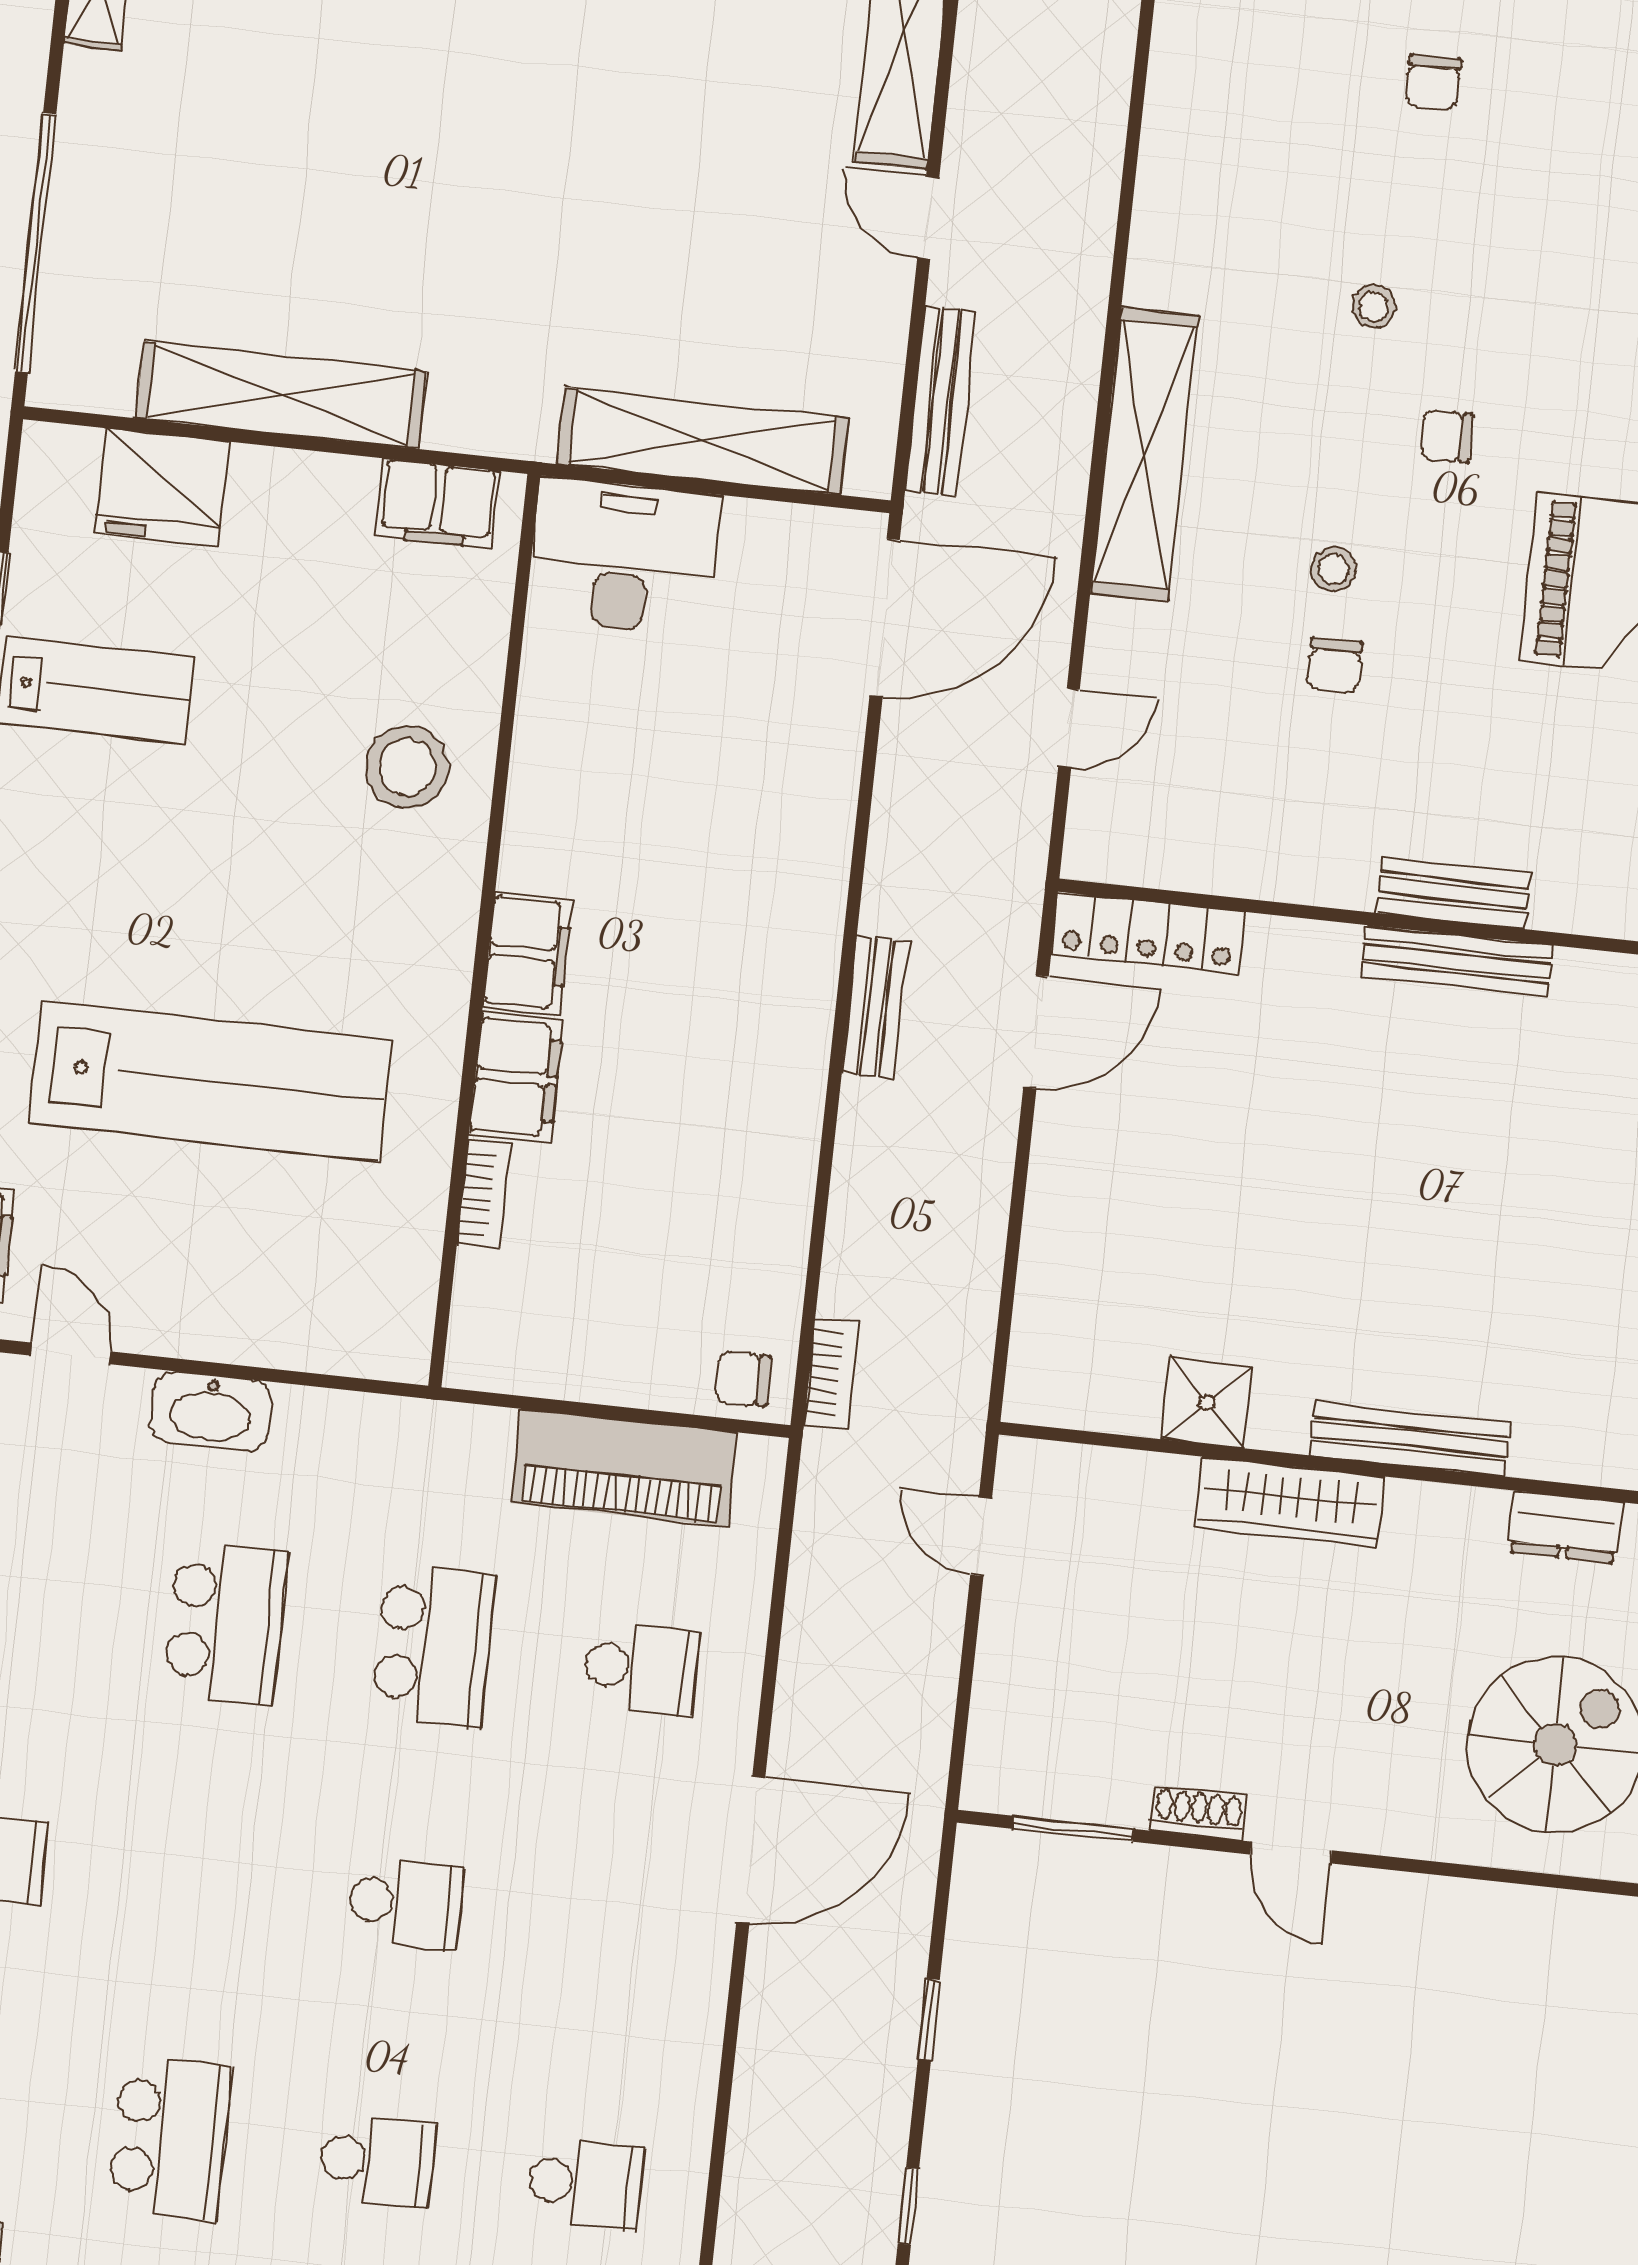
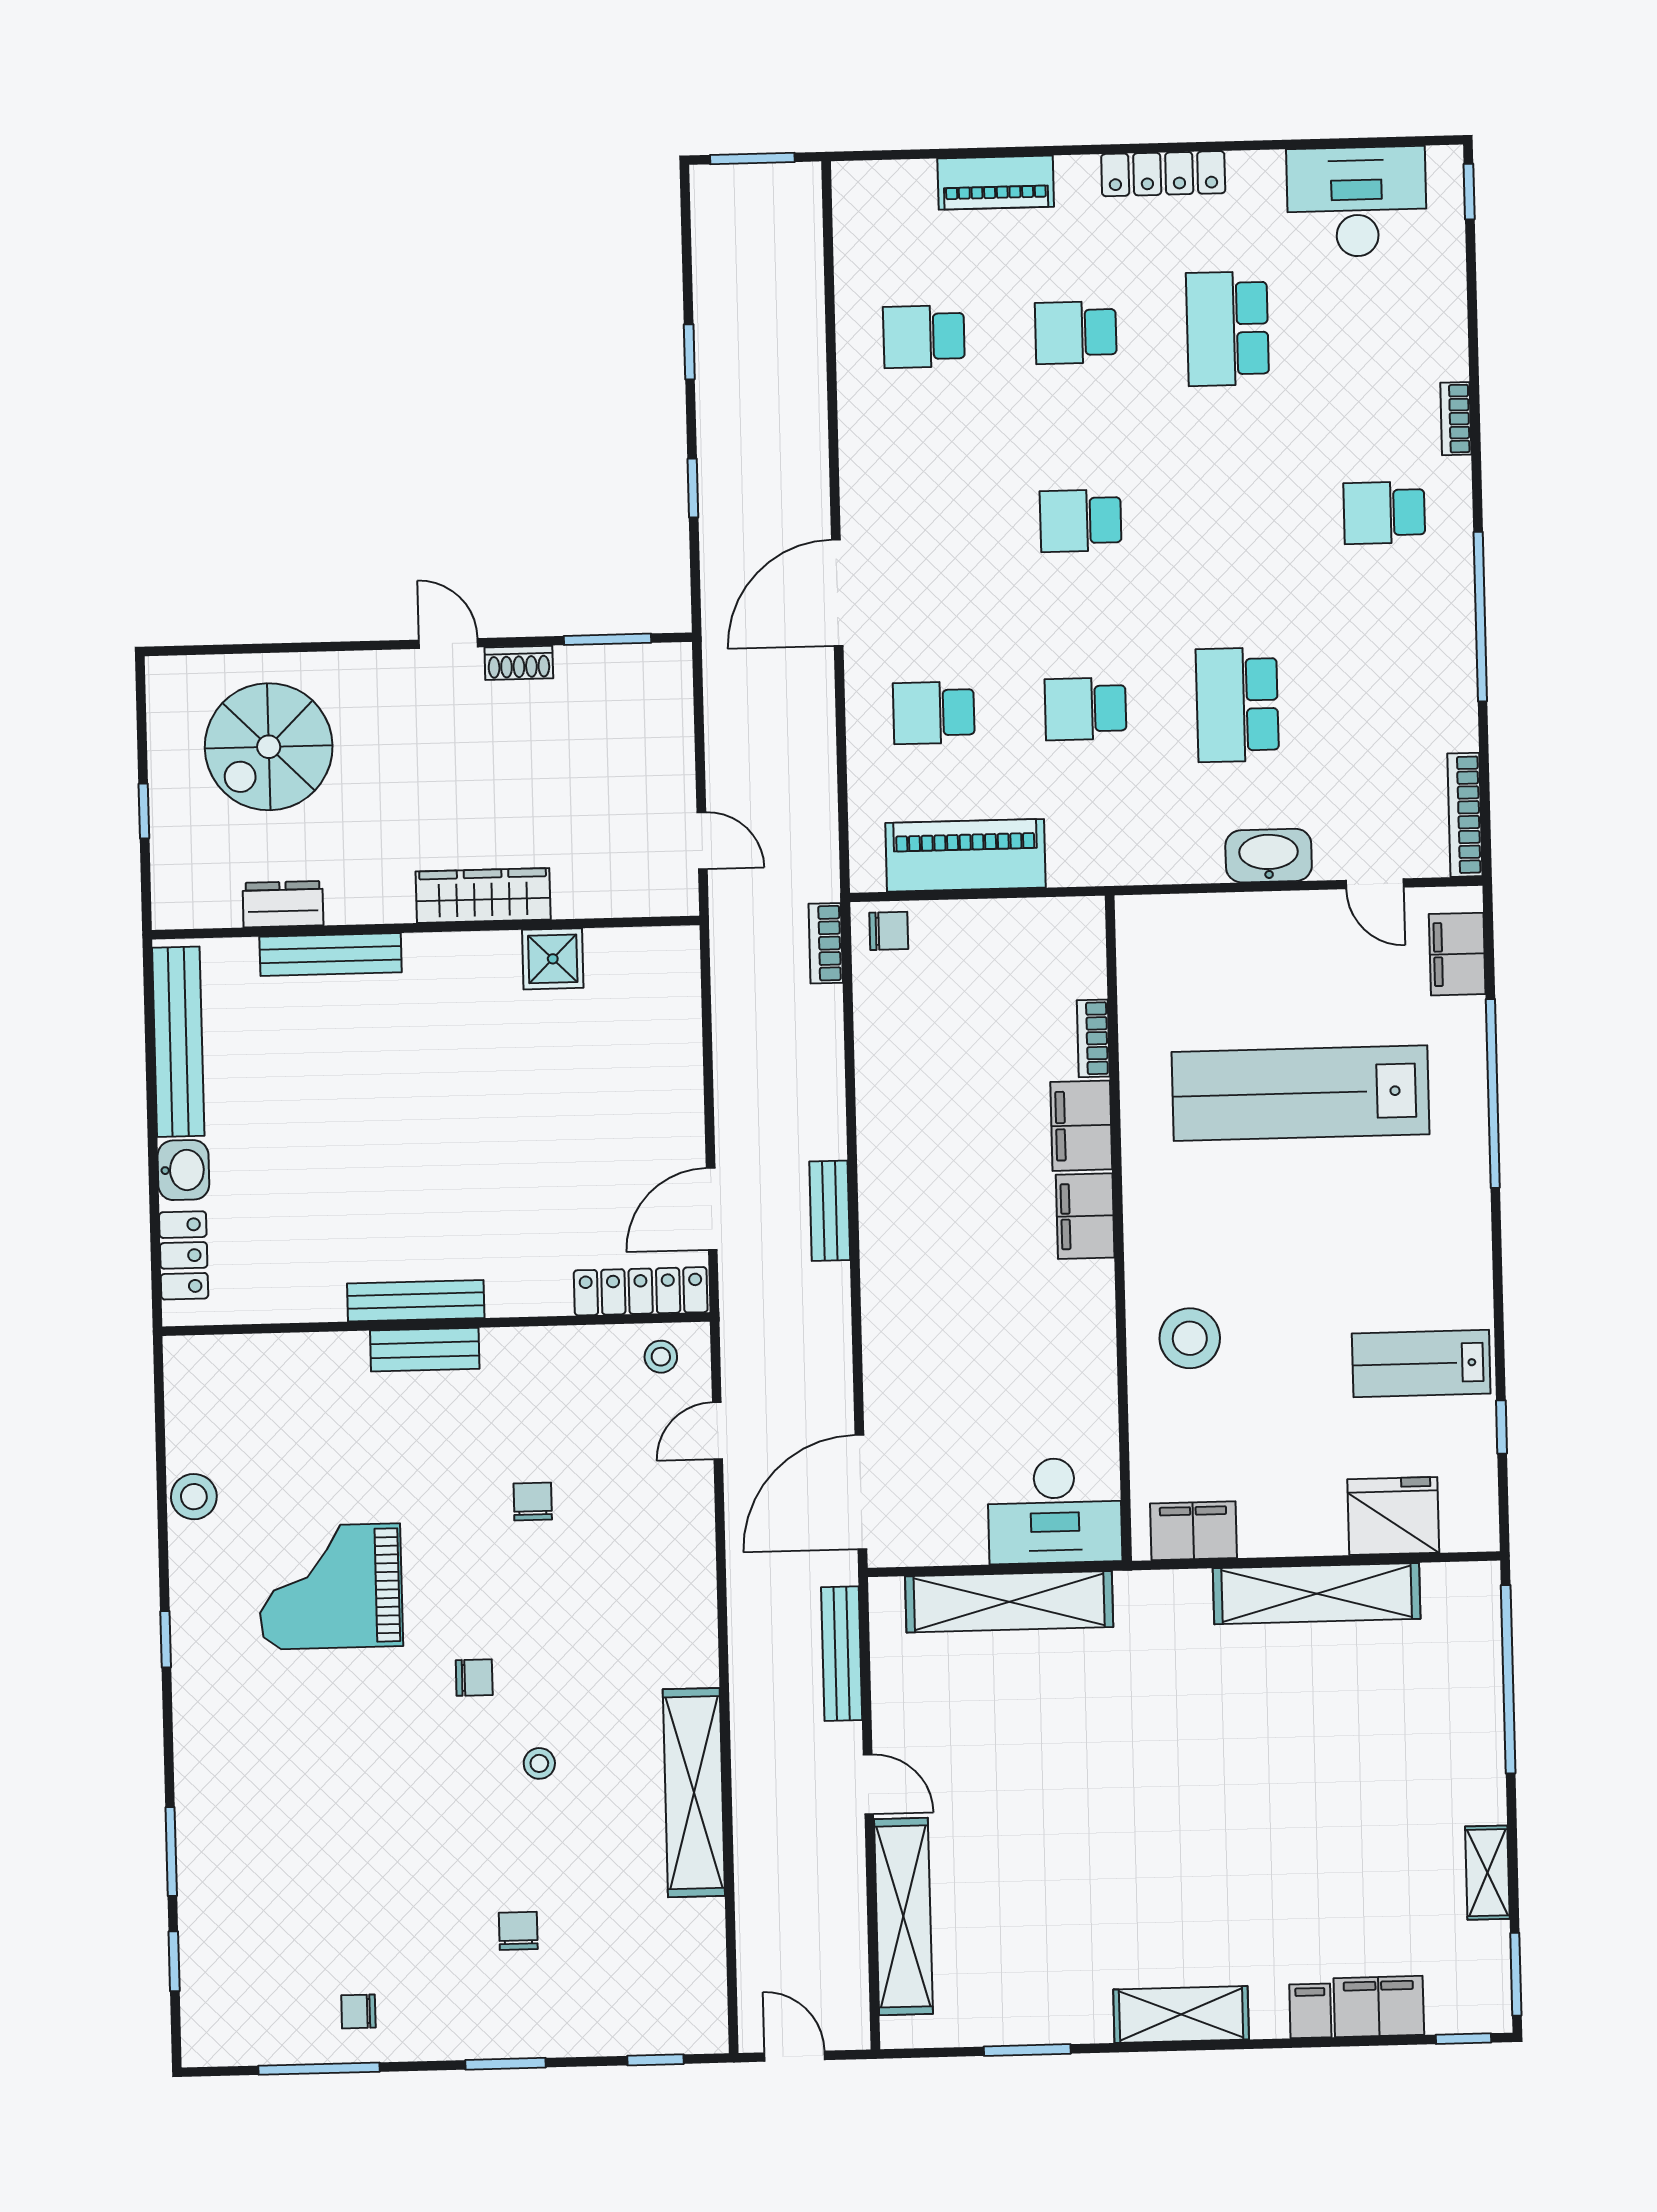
shelving: (1145, 454) -> (694, 1793), moved
stool: (1334, 569) -> (661, 1357), moved
bench: (1410, 1439) -> (331, 954), moved
school desk: (433, 1646) -> (1086, 709), width x0.54

